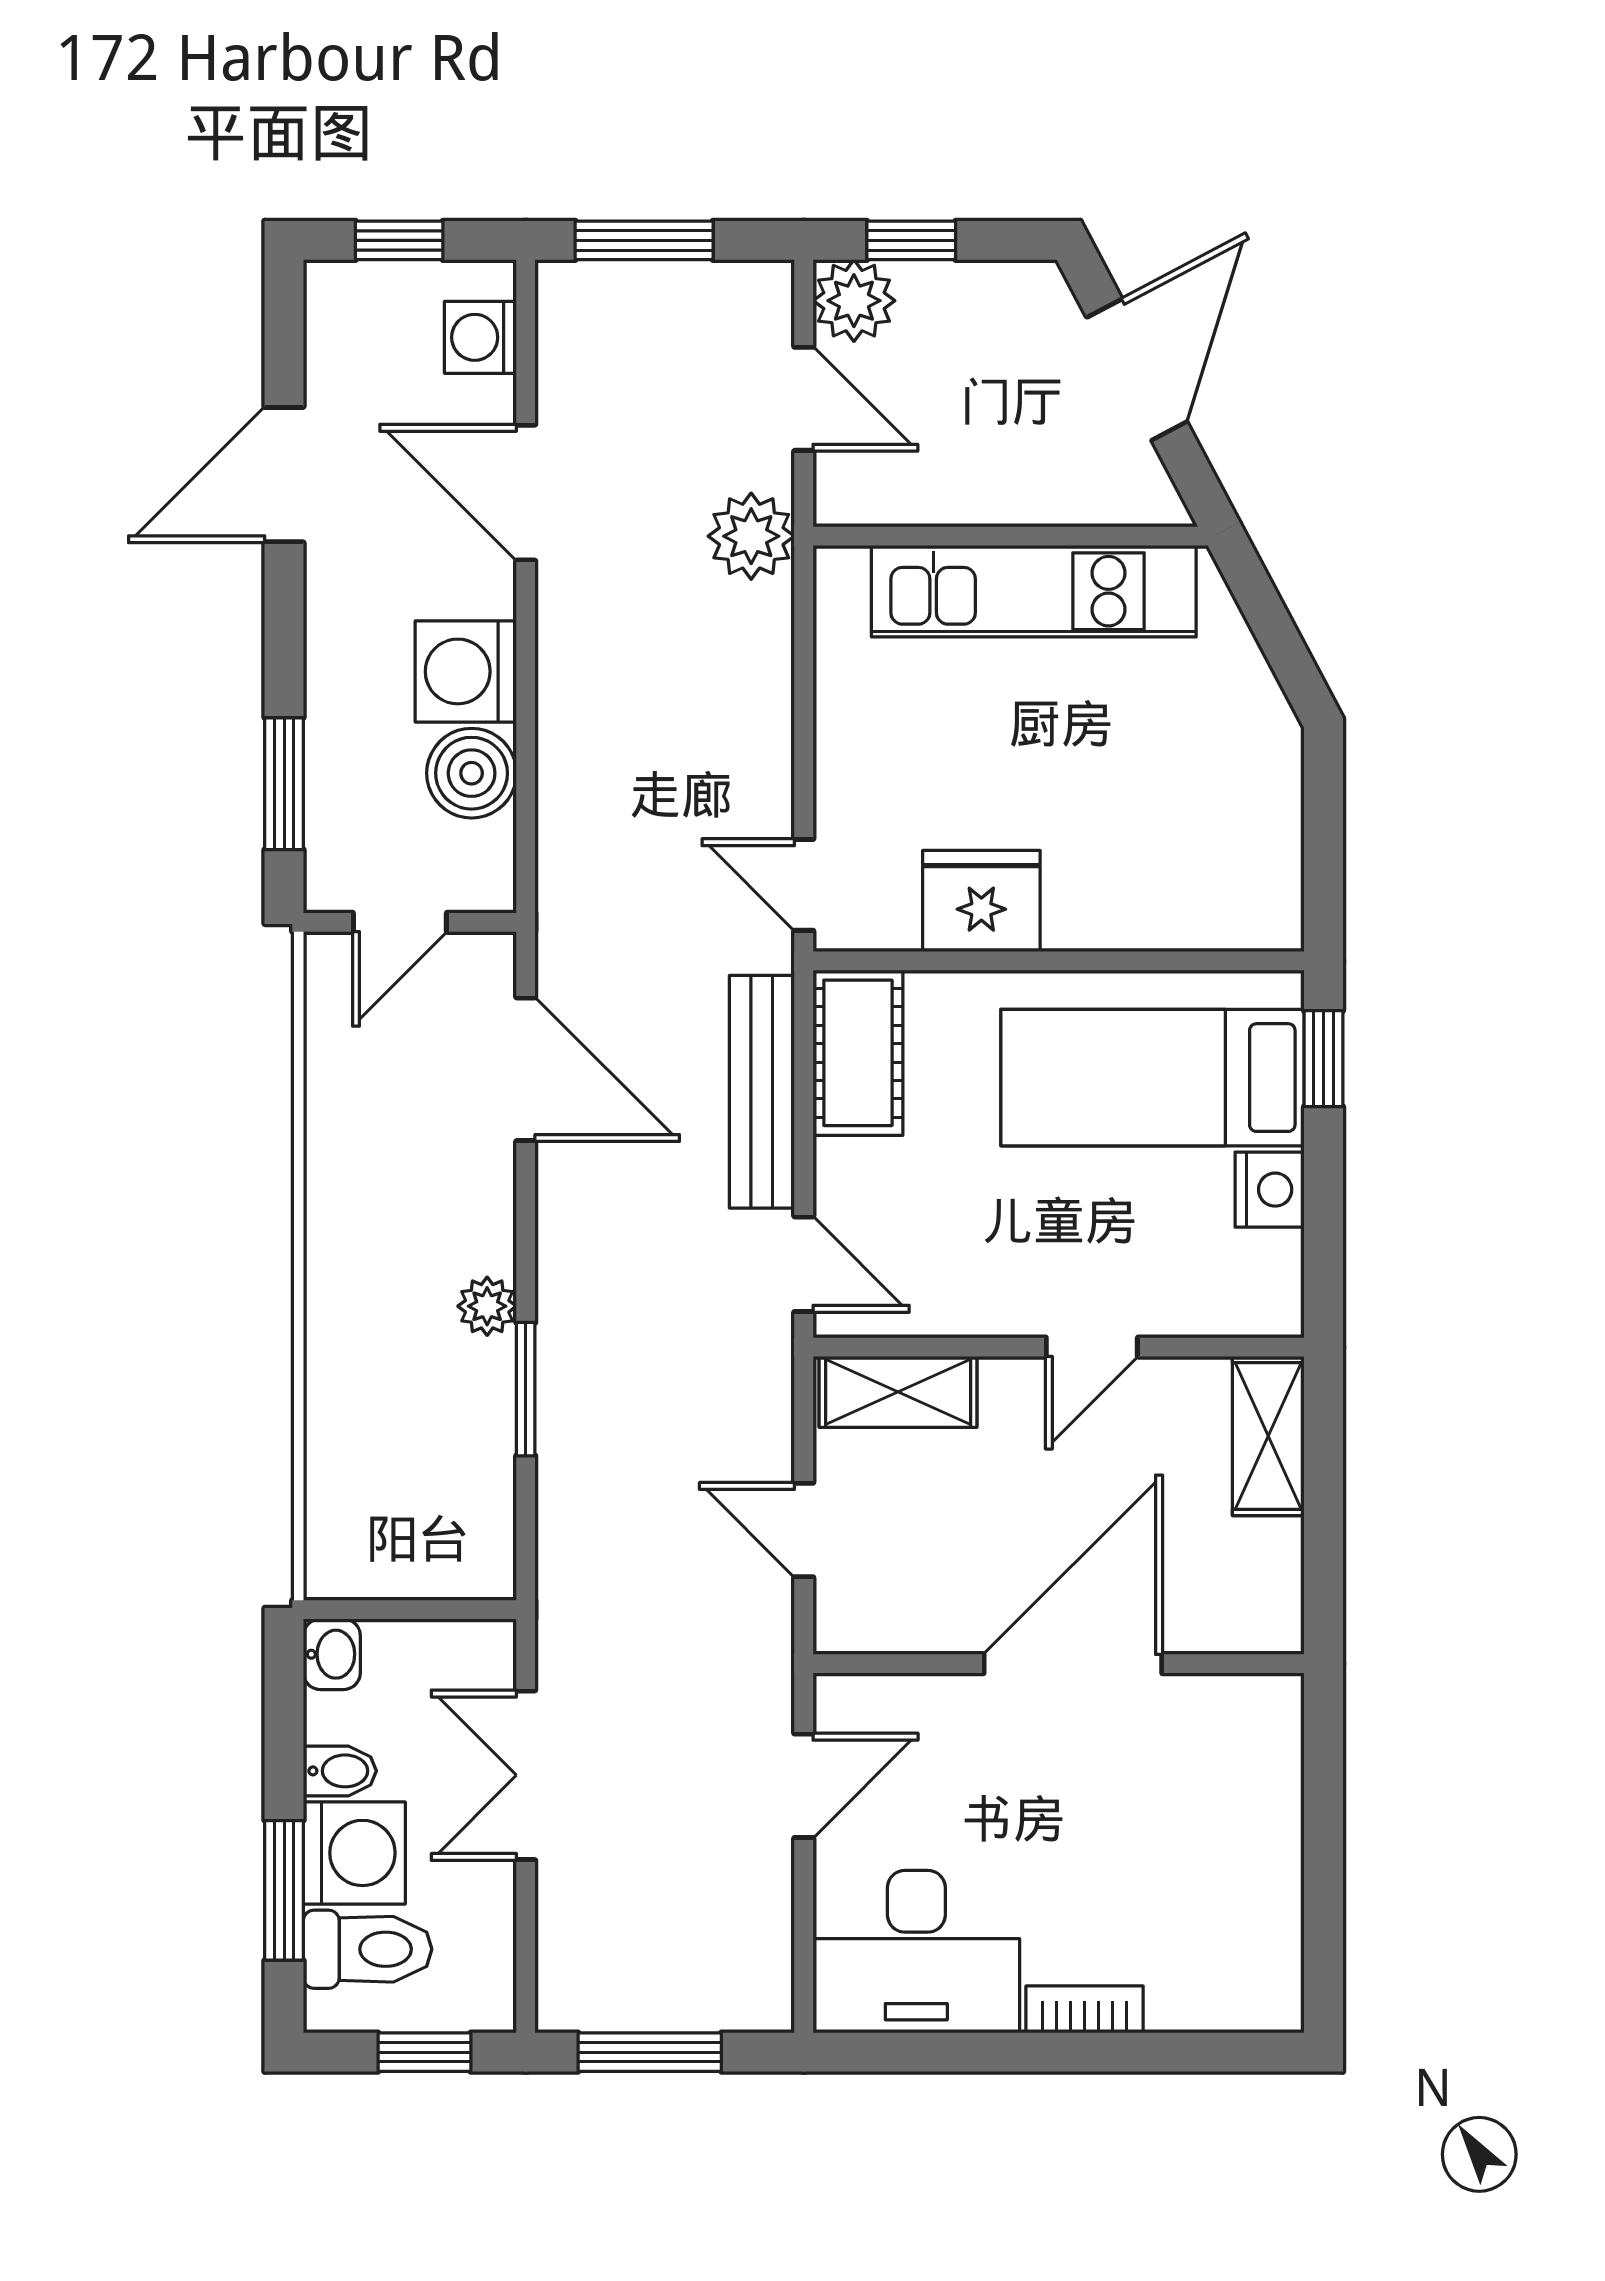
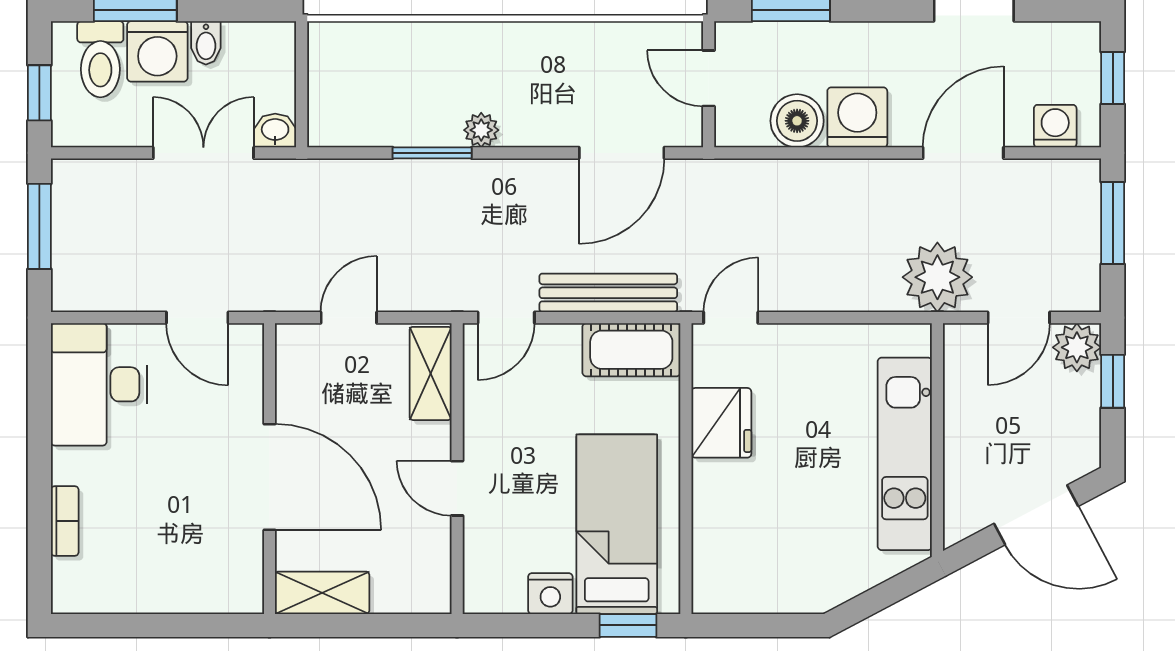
plant: (751, 536) -> (937, 277), width x1.36, depth x1.36
shelving: (1268, 1436) -> (322, 593), moved
washbasin: (332, 1654) -> (275, 130), moved, turned 180
bookcase: (1085, 2009) -> (65, 521), moved

